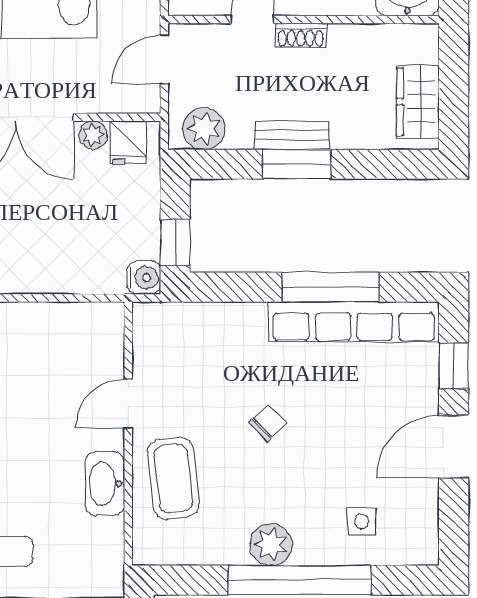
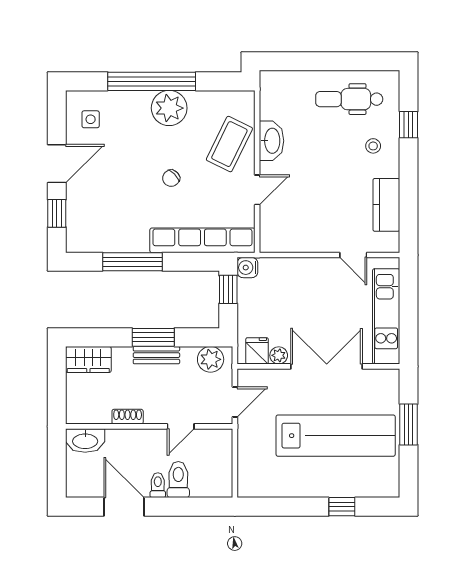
shoe rack: (301, 35) -> (128, 417), moved
wardrobe: (418, 102) -> (88, 359), moved, turned 90
row of seats: (354, 322) -> (202, 240), moved
coffee table: (173, 478) -> (229, 144), turned 32
side table: (362, 521) -> (91, 119), moved
plant: (271, 545) -> (169, 108), width x1.36, depth x1.36

